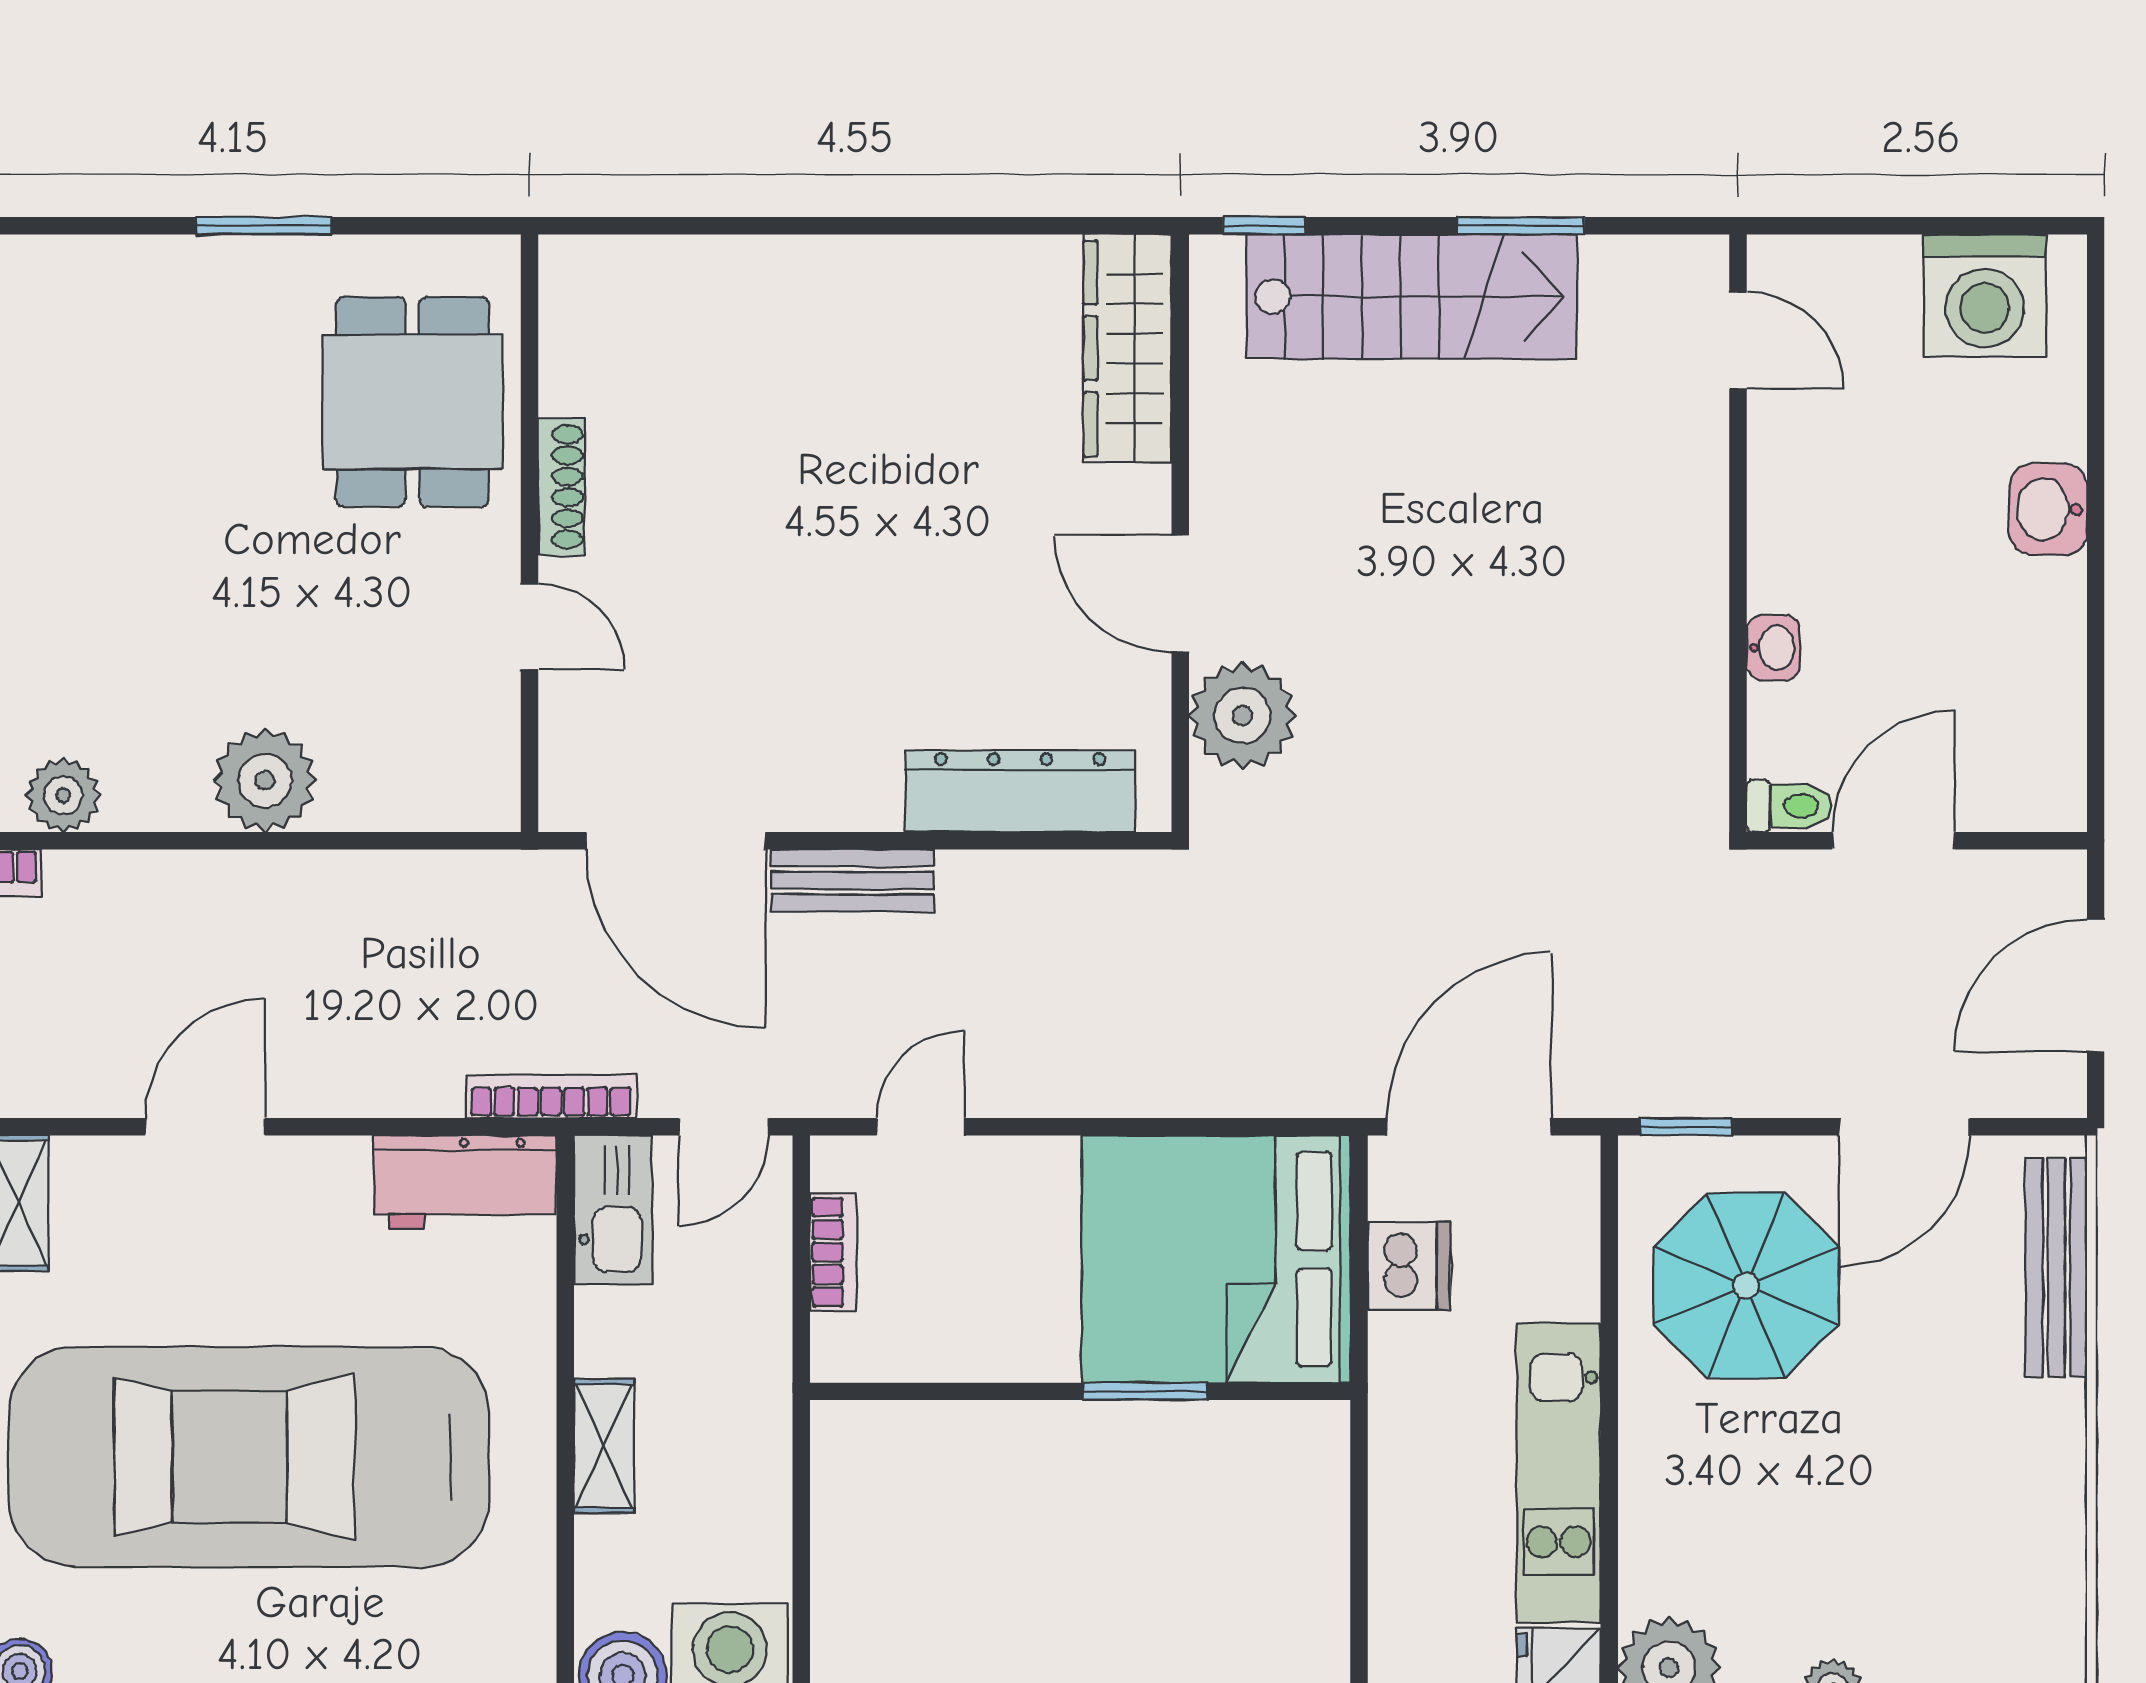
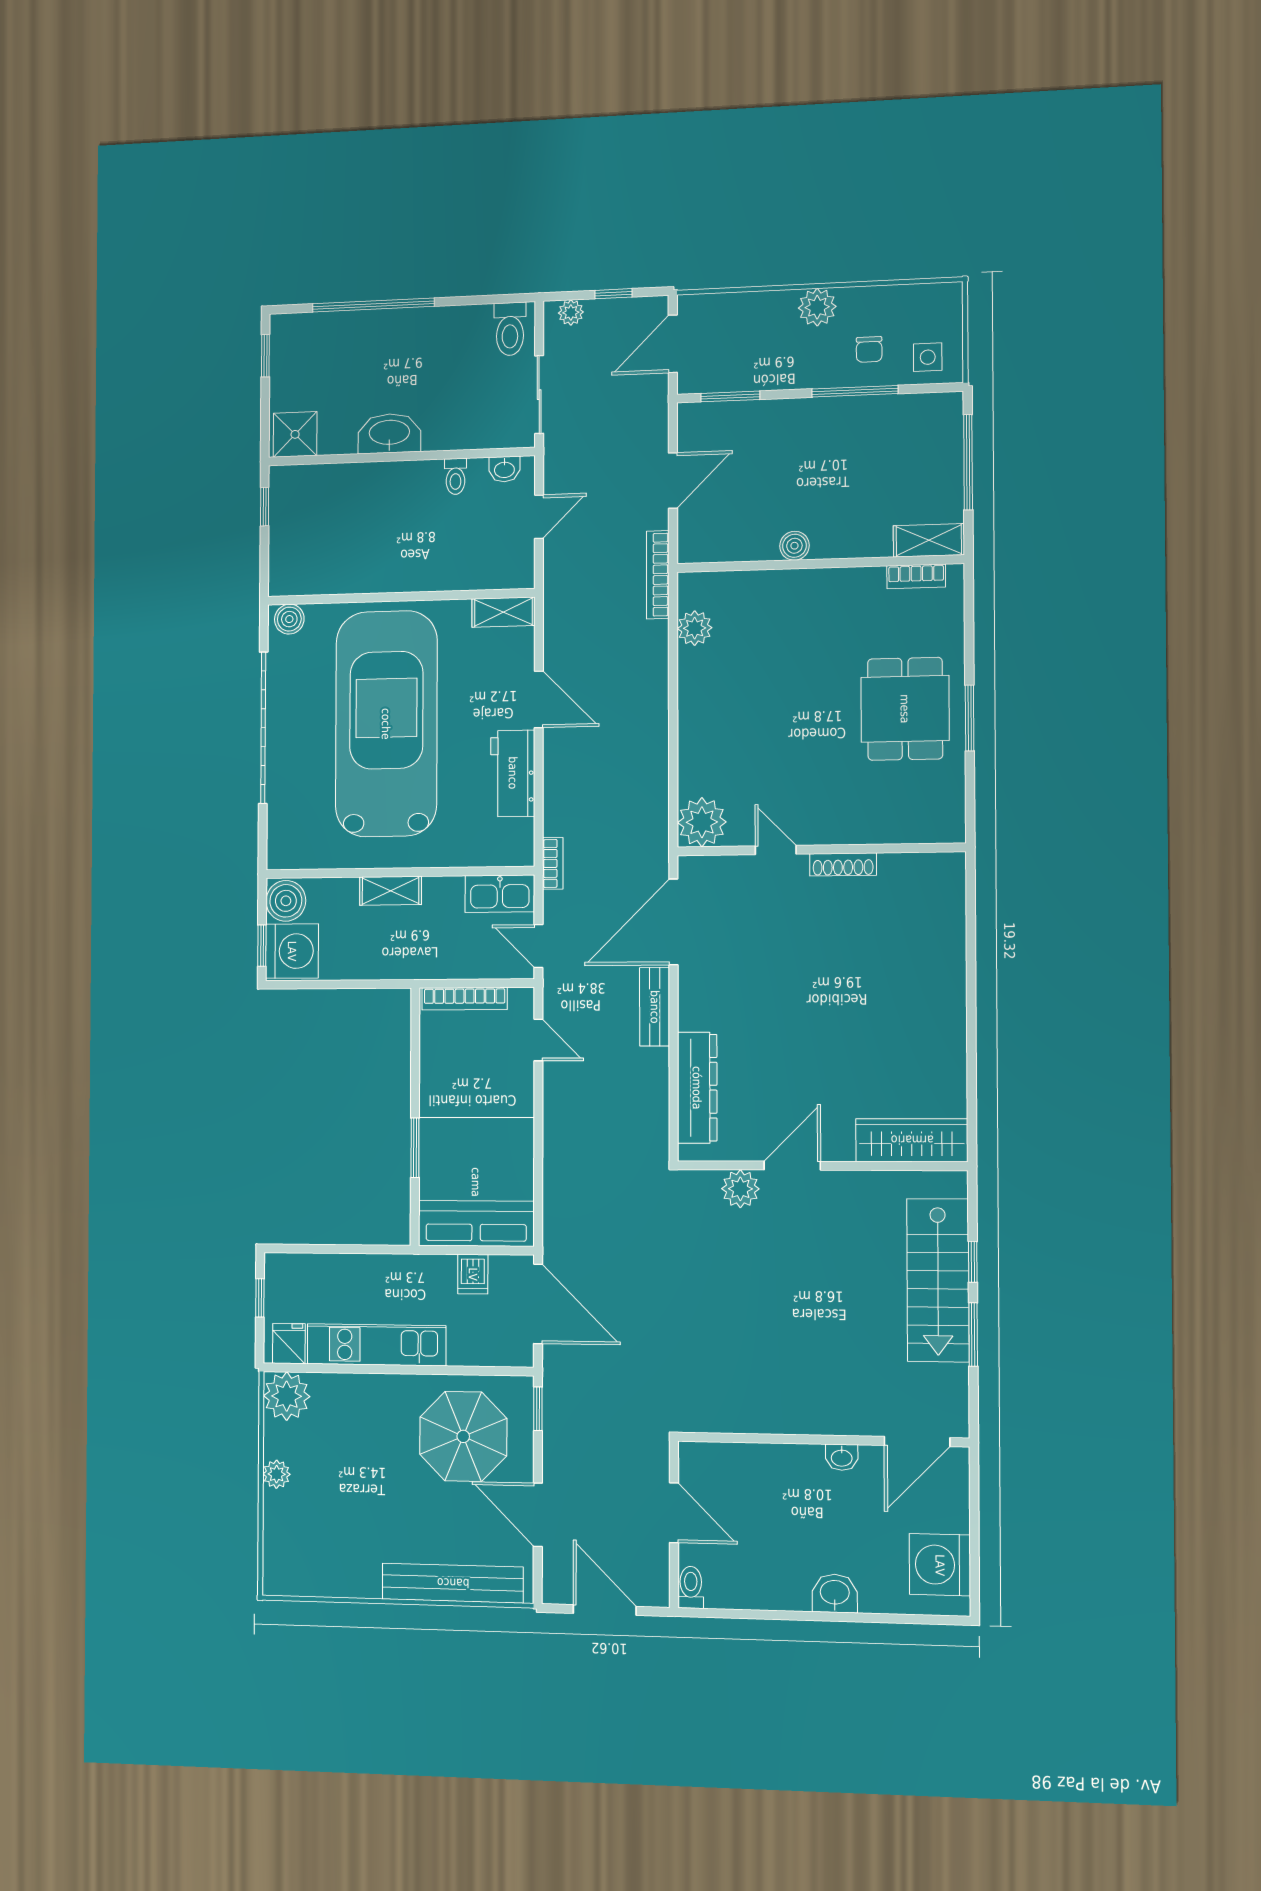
window: (1264, 226) -> (973, 1262), moved
door: (1738, 340) -> (917, 1442), width x1.38
dining table: (413, 402) -> (905, 709), moved, turned 90
door: (529, 626) -> (776, 850), swing flipped
washbasin: (1773, 648) -> (842, 1457), moved
plant: (1242, 716) -> (740, 1189), width x0.73, depth x0.73
plant: (265, 781) -> (702, 822), moved
toilet: (1789, 806) -> (691, 1587), moved, turned 180
bookcase: (551, 1096) -> (553, 863), width x0.64
workbench: (465, 1182) -> (513, 773), moved
bookcase: (833, 1252) -> (465, 999), width x1.56
dishwasher: (1409, 1266) -> (473, 1274), width x0.73
bench: (2056, 1267) -> (453, 1583), width x1.37, depth x1.21

